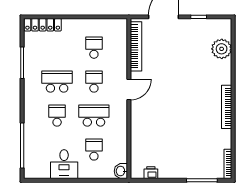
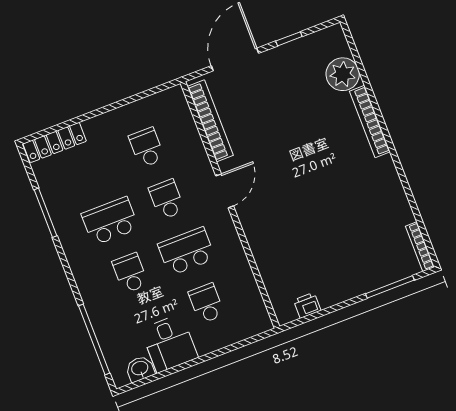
bookcase: (227, 107) -> (370, 122), moved
washbasin: (121, 171) -> (140, 369), moved, turned 90

